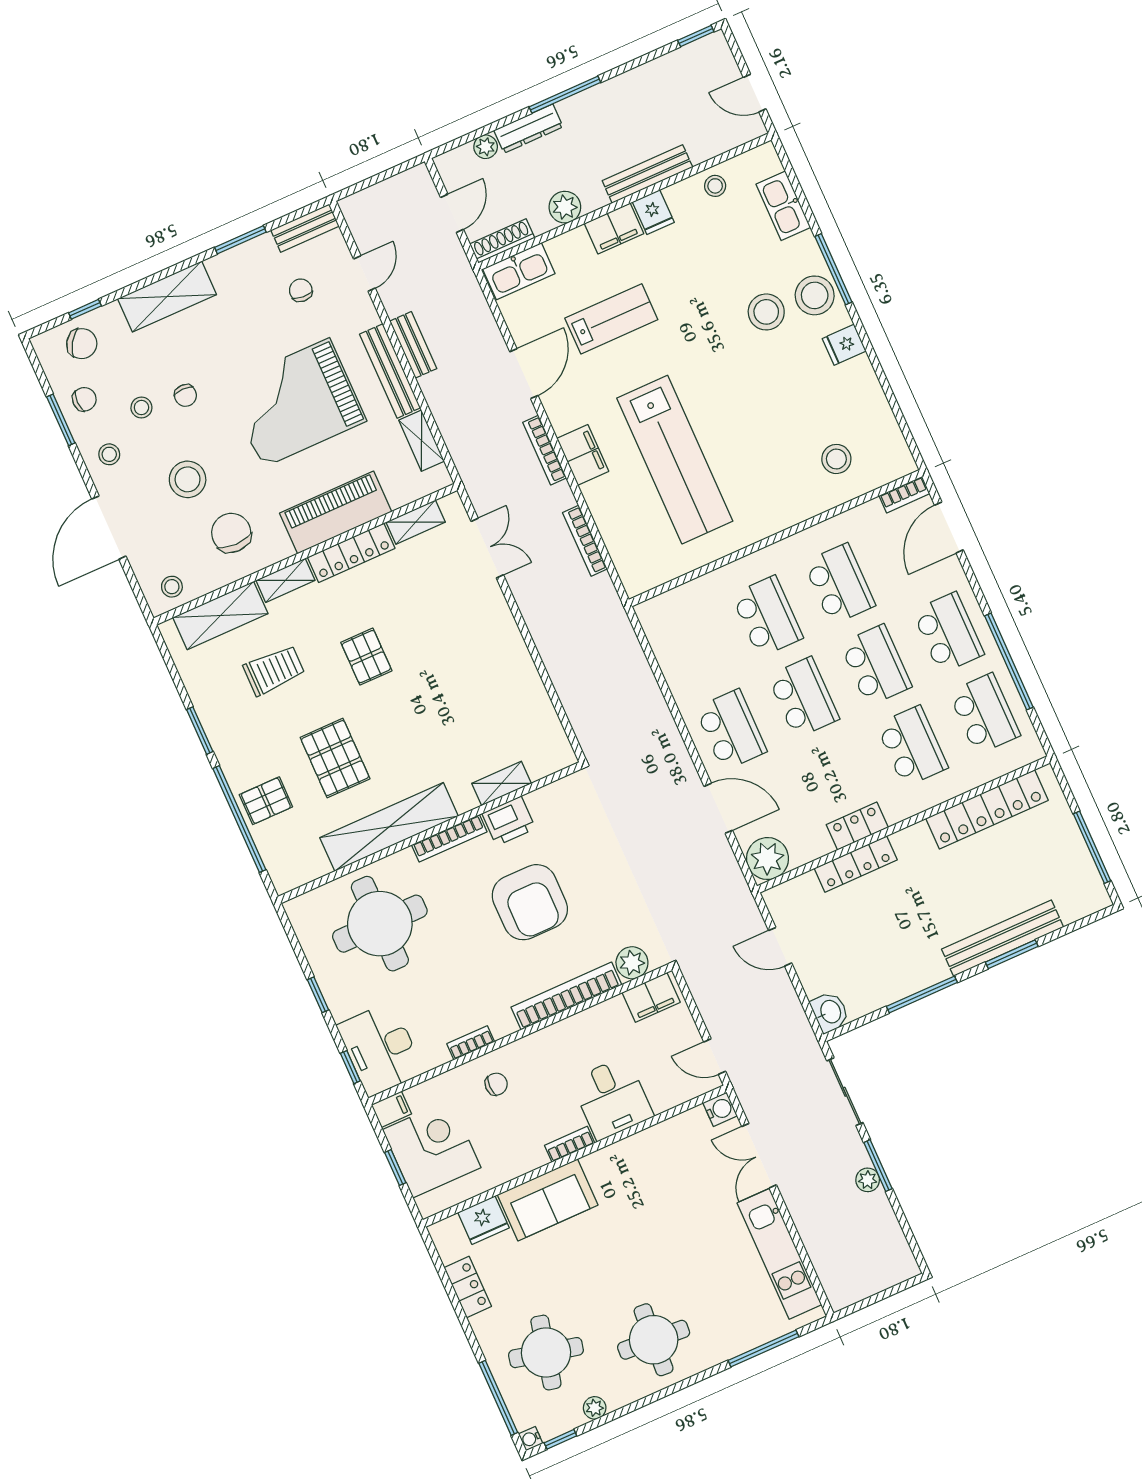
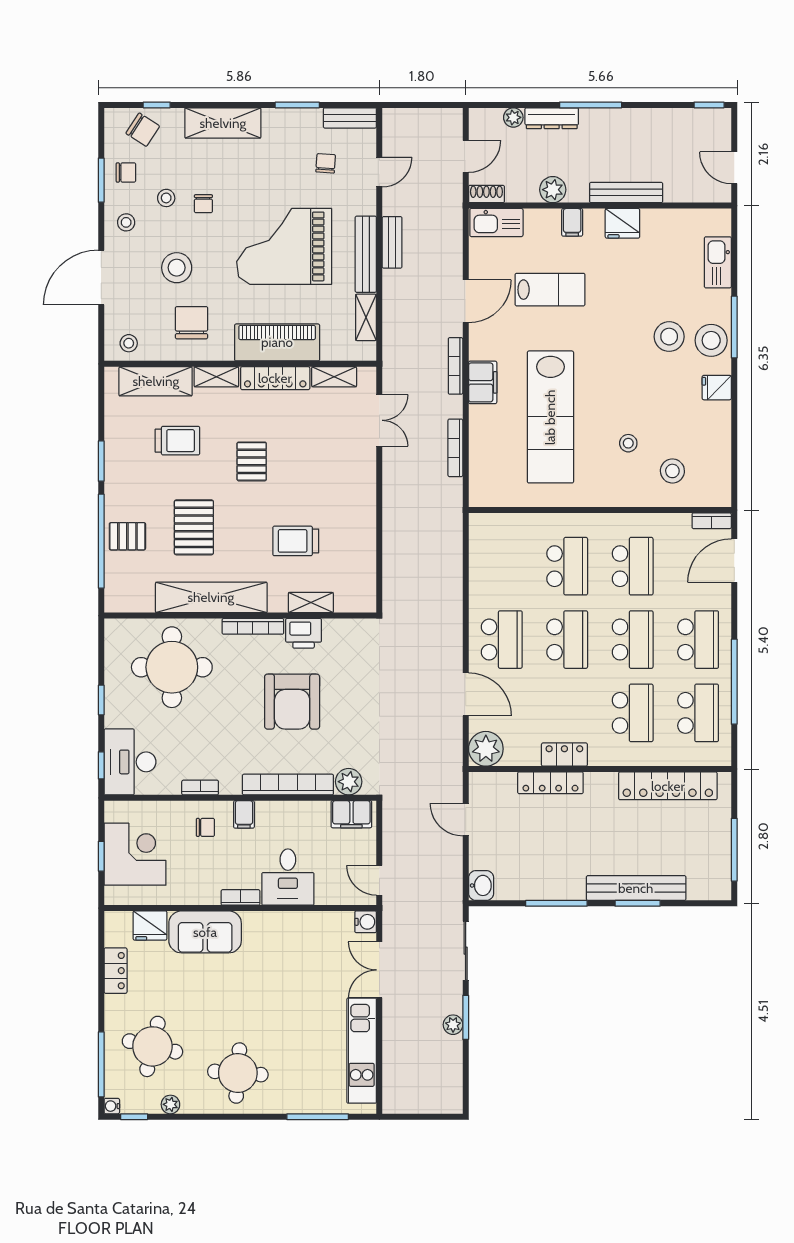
stool: (715, 186) -> (628, 443), moved
fridge: (653, 212) -> (622, 223), width x1.38
filing cabinet: (614, 228) -> (572, 222), width x0.50
shoe rack: (502, 241) -> (486, 194), width x0.70
trolley: (454, 723) -> (296, 541), added
filing cabinet: (391, 1109) -> (244, 814), moved, turned 90

